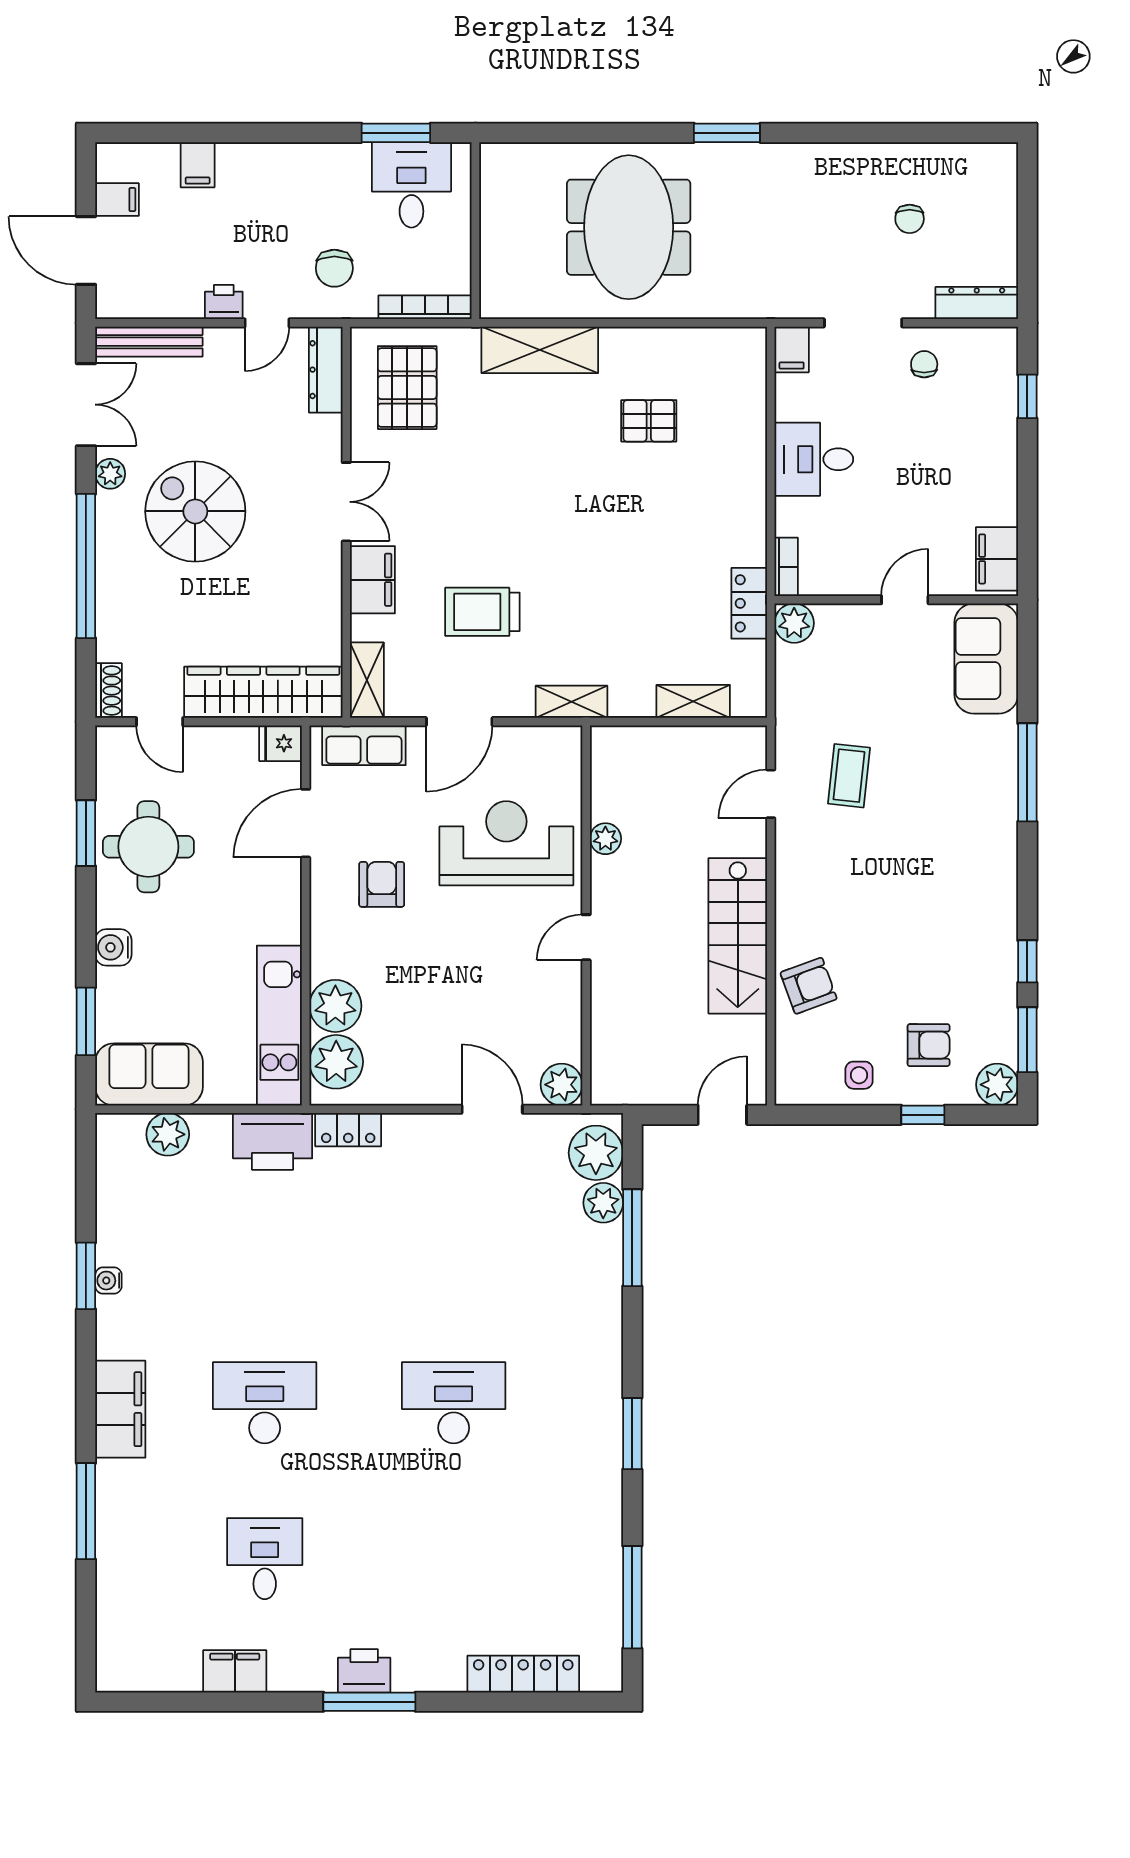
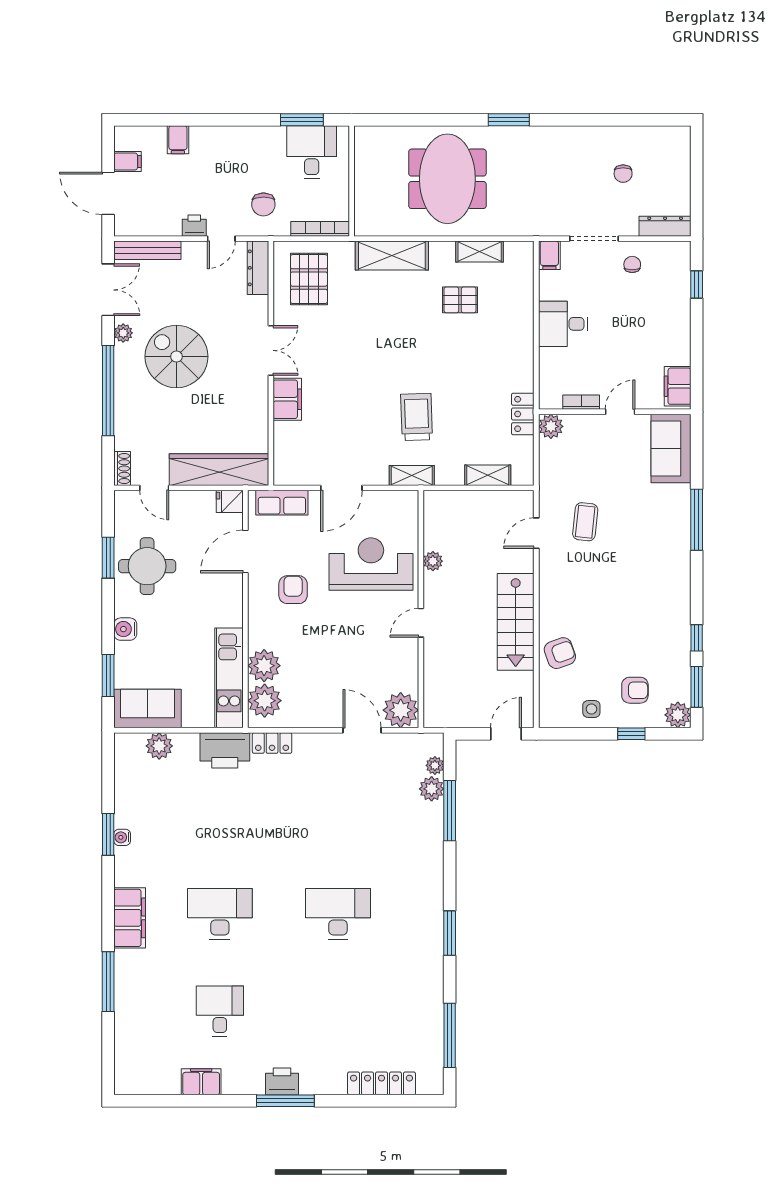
bookcase: (786, 567) -> (581, 402), moved, turned -90
trolley: (482, 612) -> (417, 417), moved, turned 88
shelving: (367, 680) -> (480, 252), moved, turned 90
plant: (562, 1085) -> (401, 710), width x1.36, depth x1.36
plant: (596, 1153) -> (435, 765), width x0.53, depth x0.53

